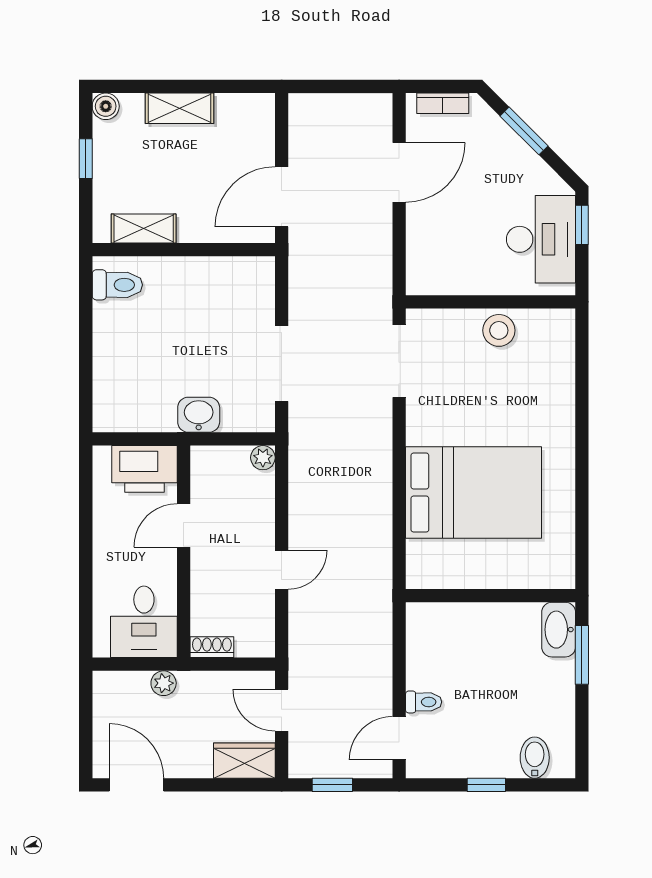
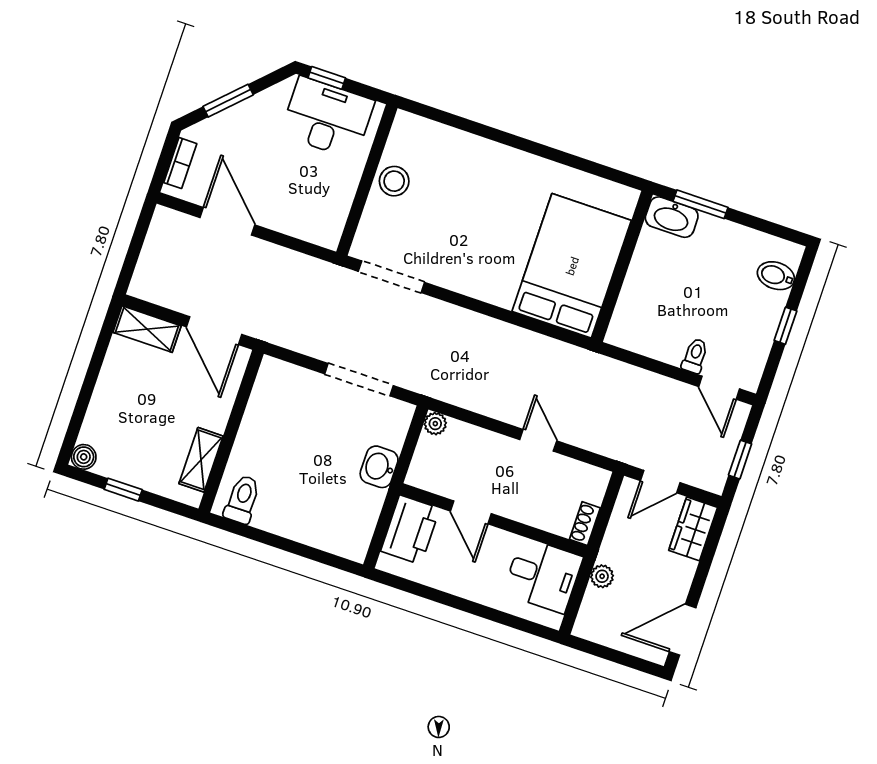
shelving: (180, 108) -> (147, 329), moved, turned 90
bed: (473, 493) -> (572, 266), moved

